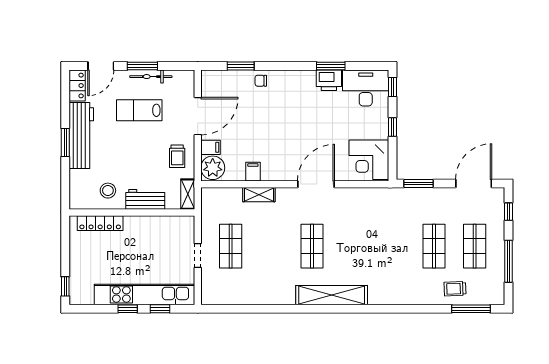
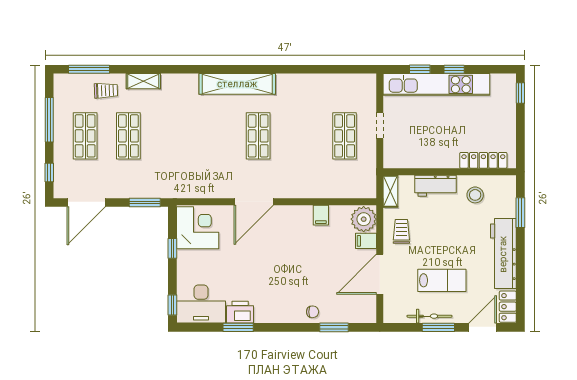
window: (393, 127) -> (172, 248), moved
window: (65, 143) -> (520, 213), moved
shelving: (259, 195) -> (143, 81), moved

